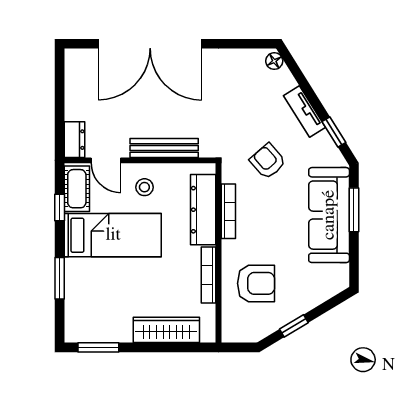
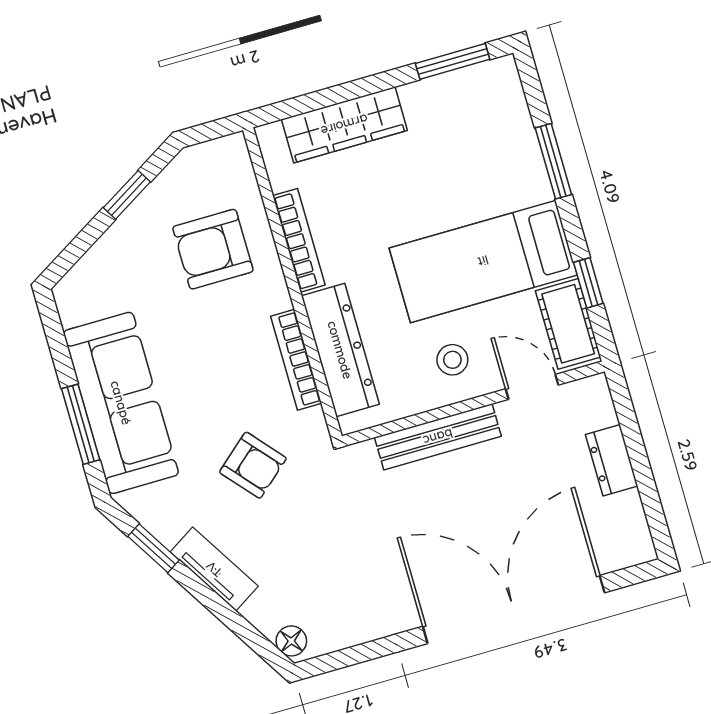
dresser: (74, 140) -> (612, 460), moved

